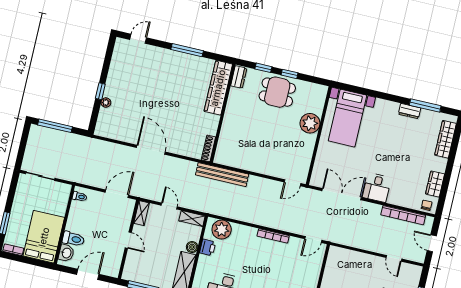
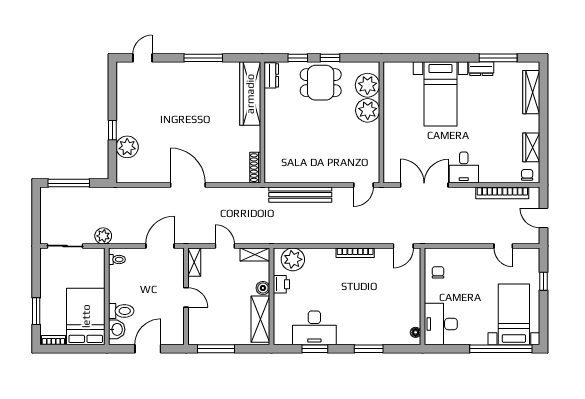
plant: (106, 103) -> (127, 147), width x1.88, depth x1.88
plant: (315, 103) -> (367, 85), added
bed with nightstands: (348, 118) -> (441, 94), moved
plant: (73, 175) -> (103, 236), added
bench: (222, 175) -> (300, 195), moved
chair: (336, 267) -> (438, 272), added

